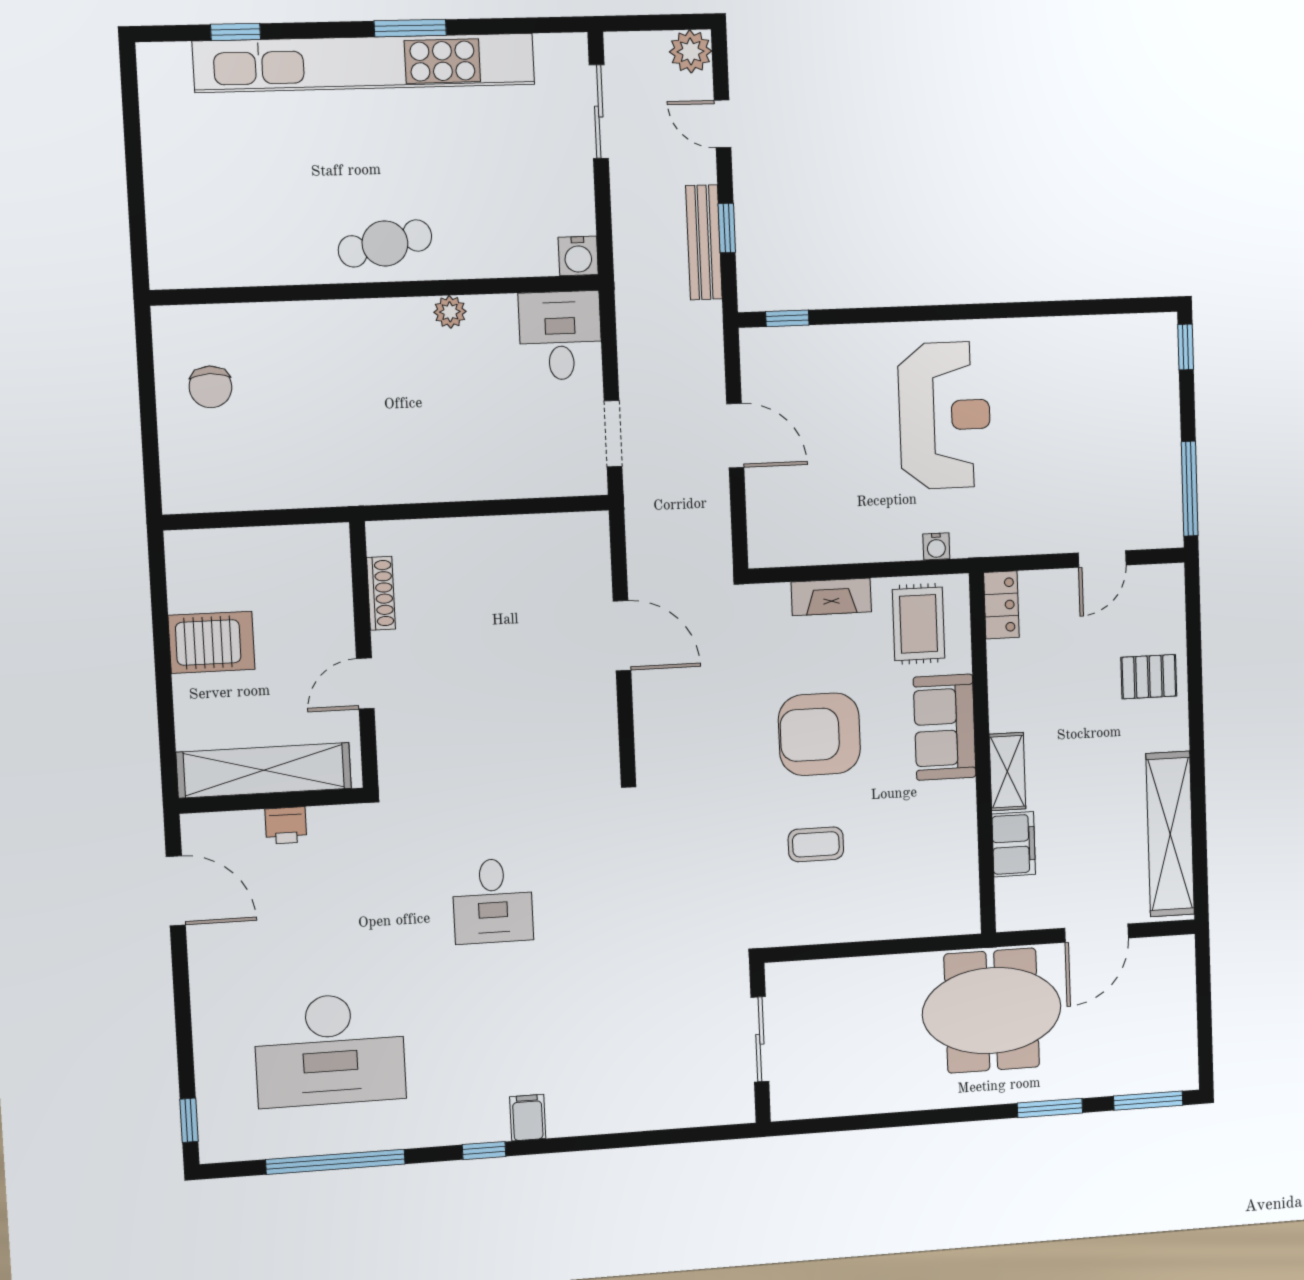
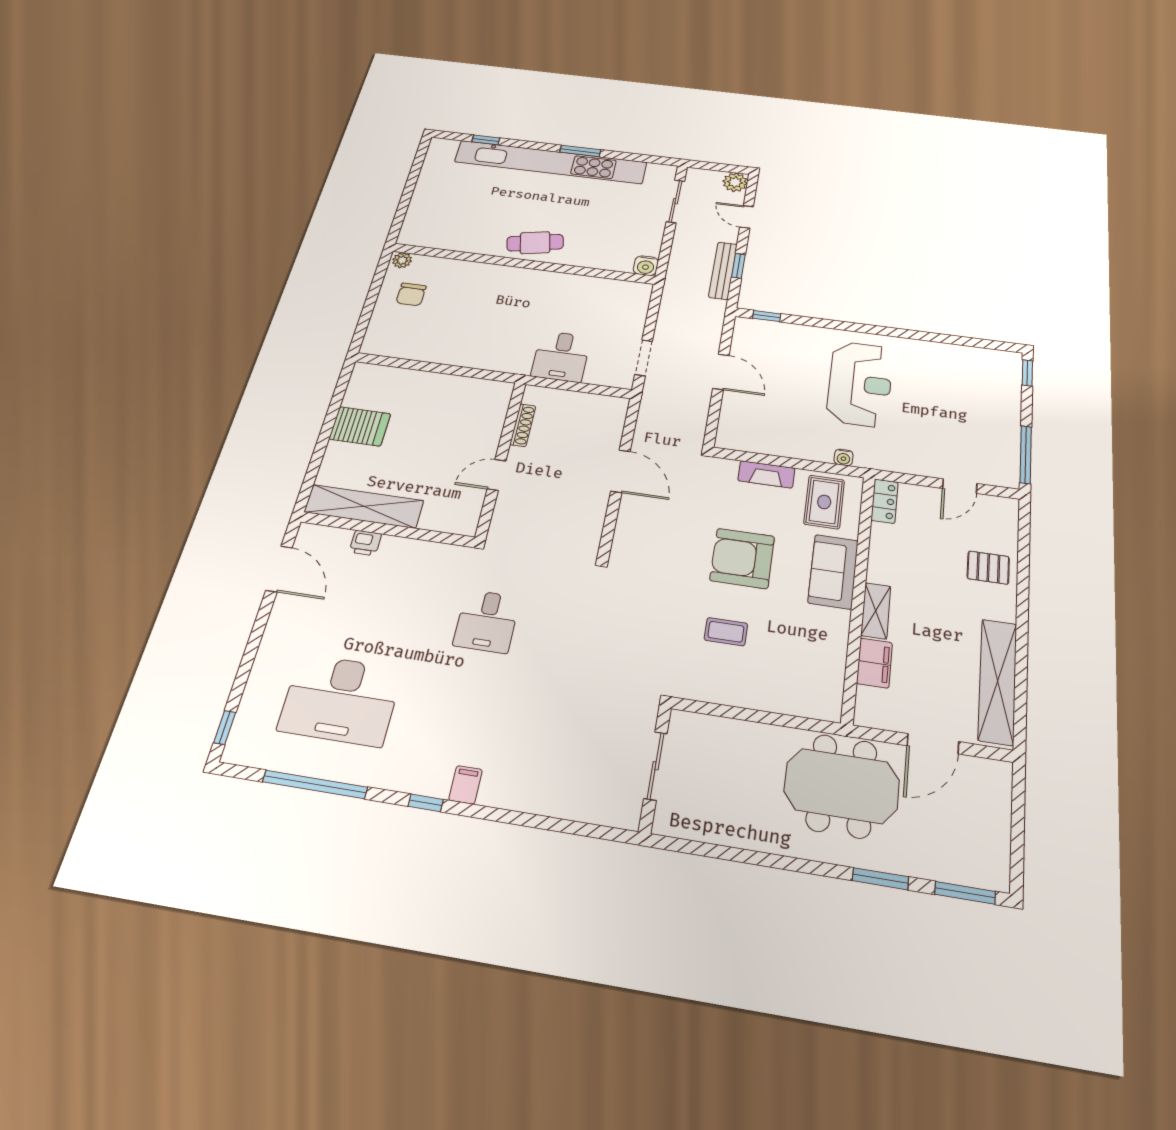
plant: (450, 312) -> (402, 260), moved
desk: (560, 336) -> (561, 356), moved, turned 180
shoe rack: (381, 593) -> (523, 425), moved
wall: (364, 655) -> (501, 458), moved
door: (365, 684) -> (497, 475), moved

